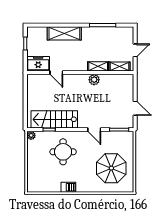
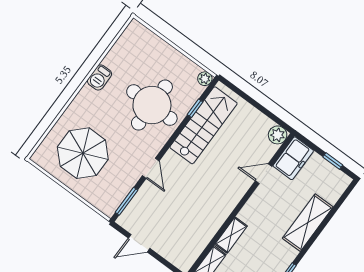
plant: (94, 80) -> (278, 135), moved
door: (94, 130) -> (151, 168), swing flipped
round table: (63, 152) -> (152, 105), width x1.36, depth x1.36

